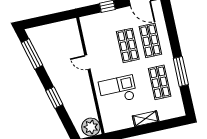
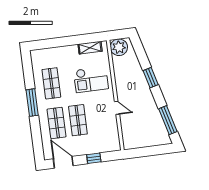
window: (181, 72) -> (32, 103), moved
shelving: (146, 119) -> (90, 48), moved

